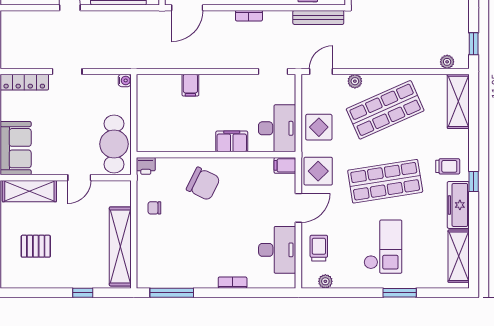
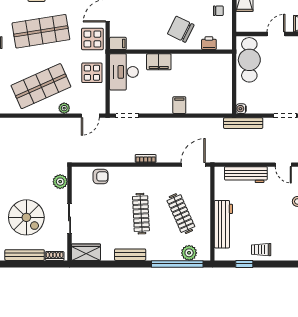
bench: (318, 17) -> (243, 123), moved
filing cabinet: (190, 85) -> (179, 105), moved
printer: (146, 166) -> (209, 43), moved

